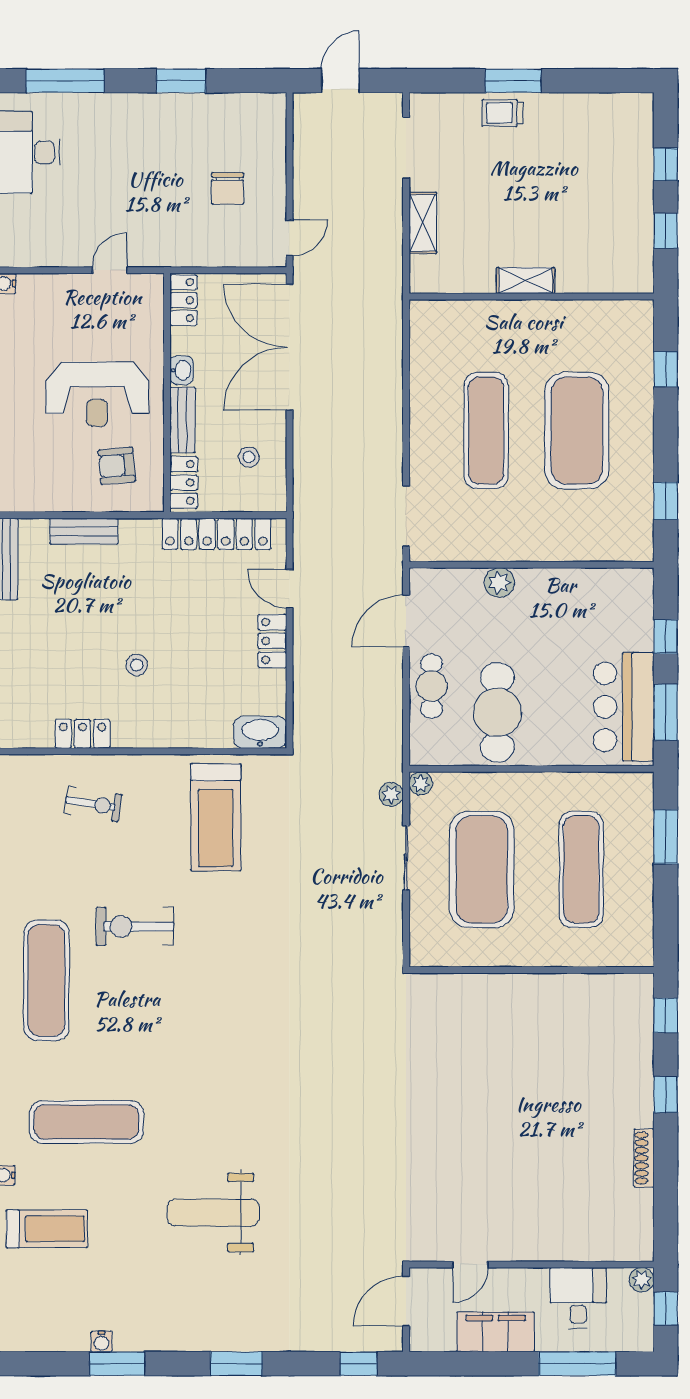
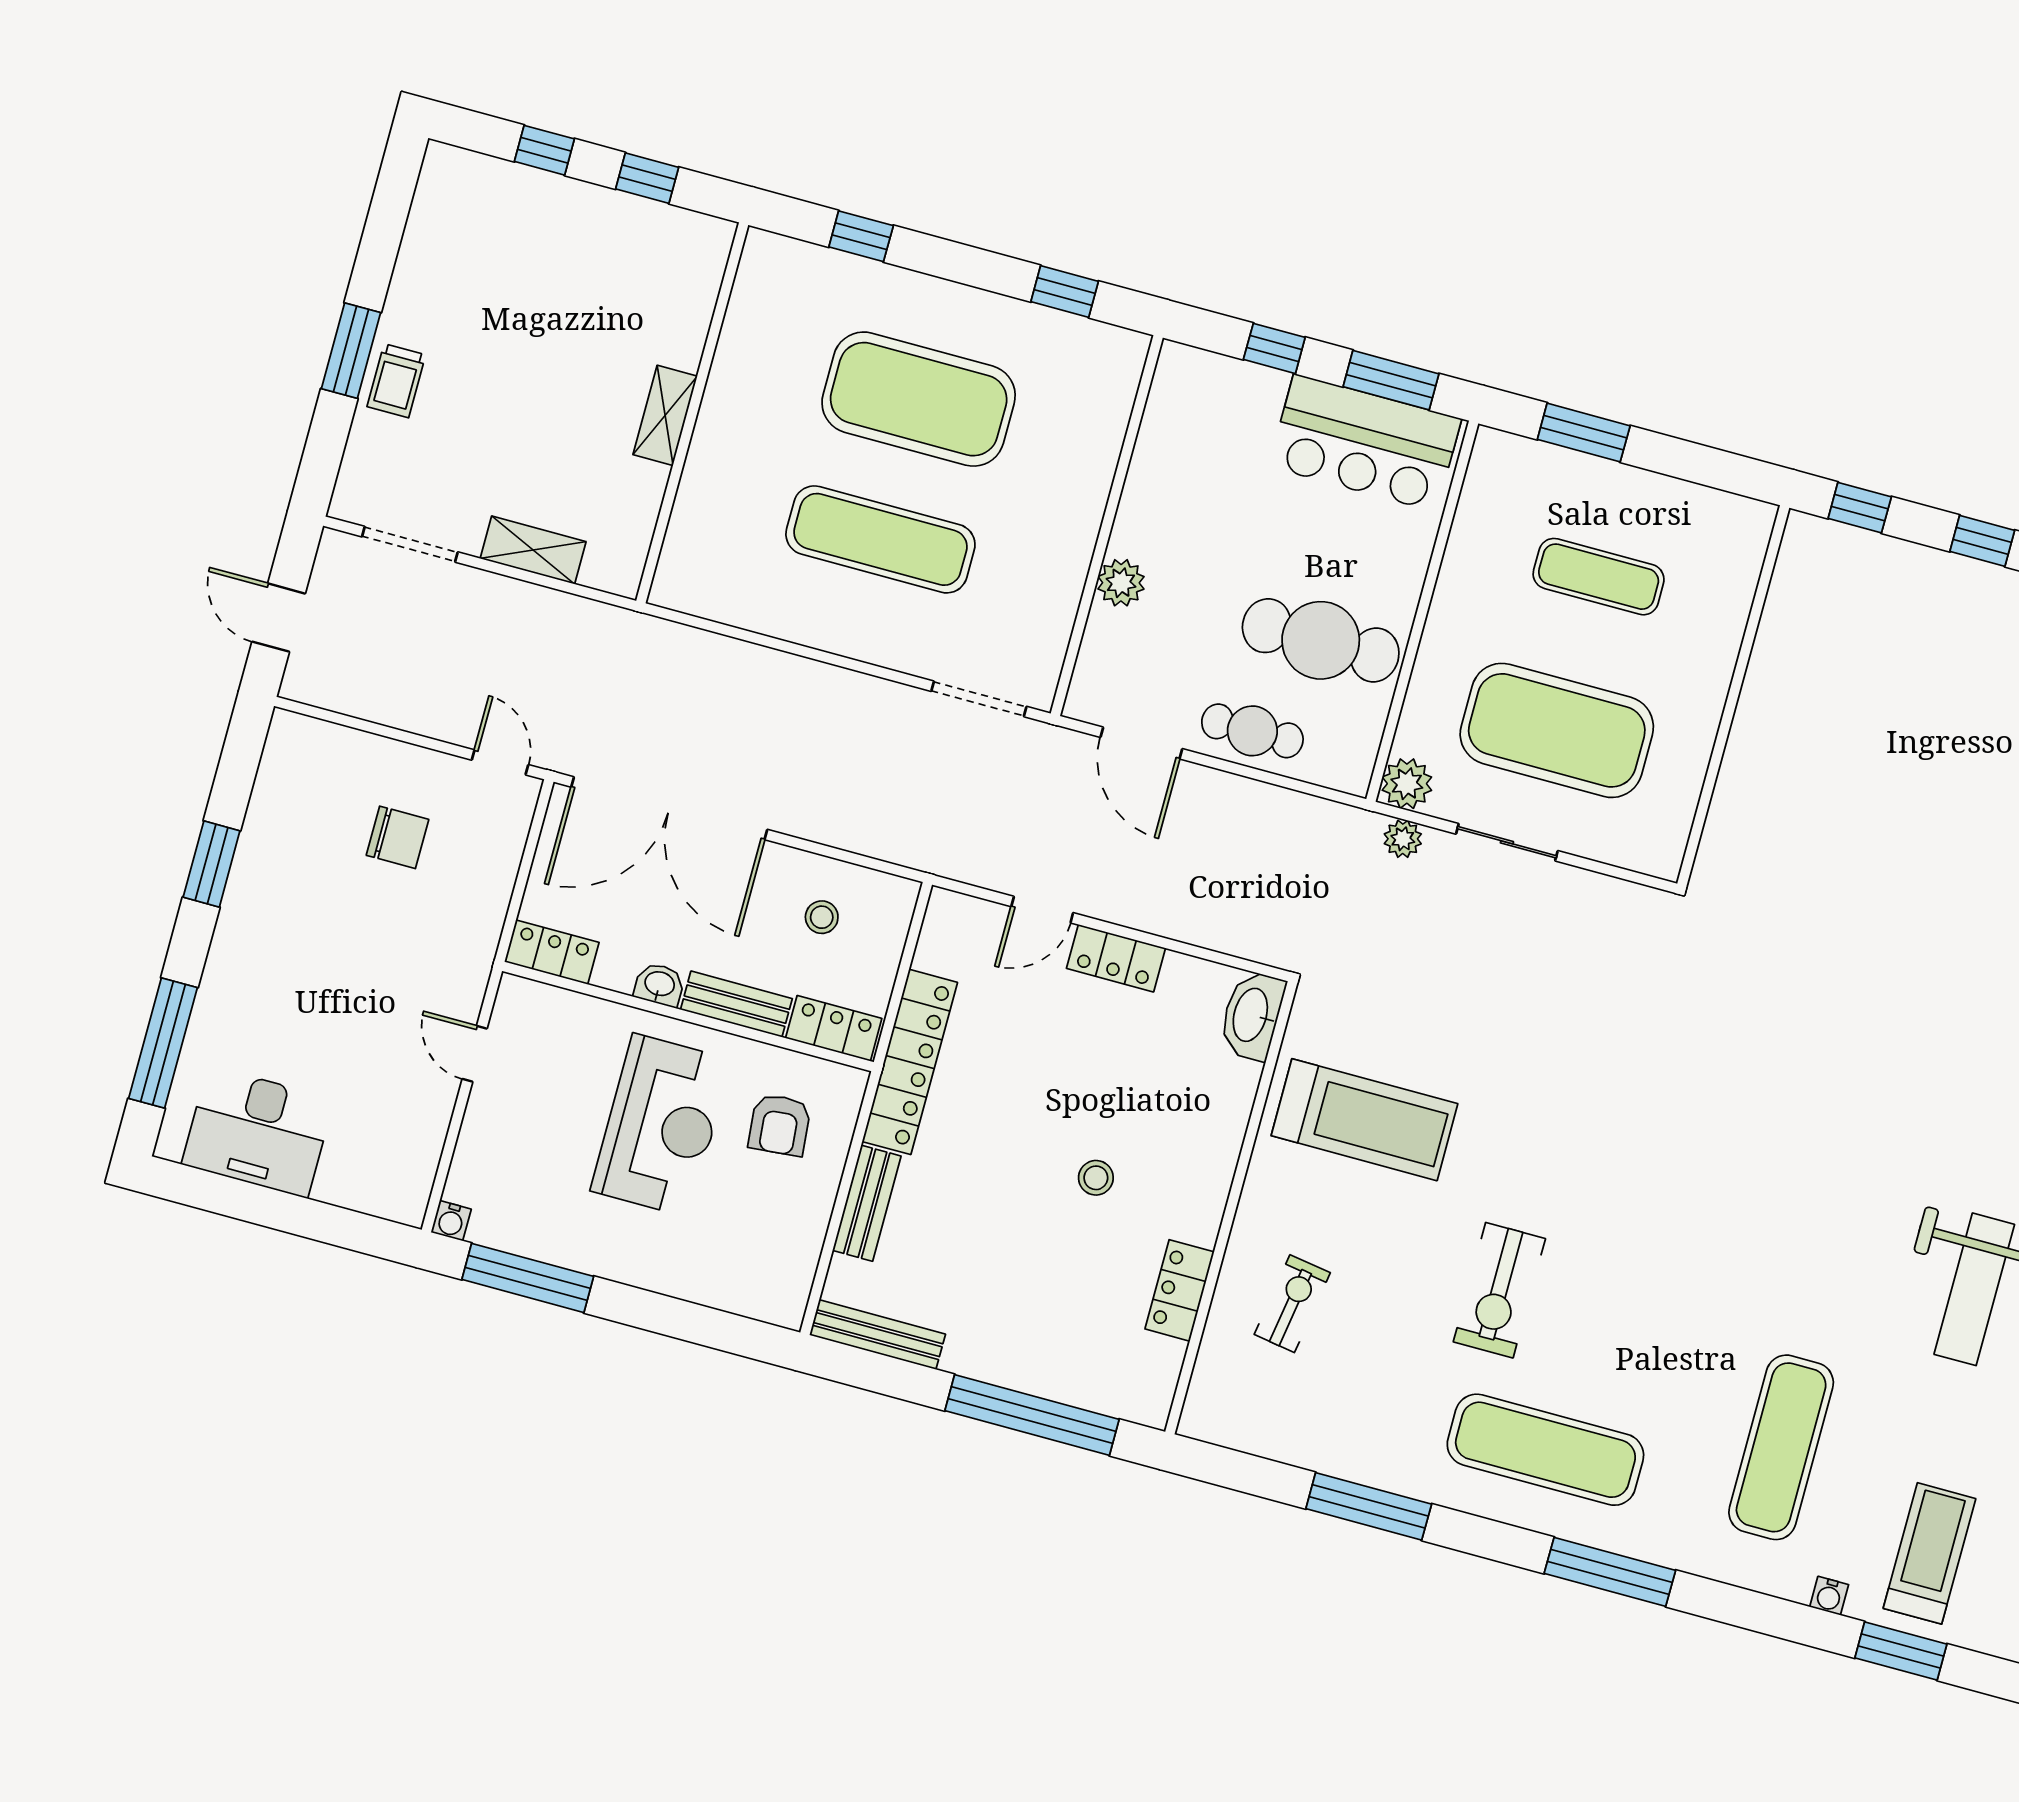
locker: (216, 534) -> (910, 1062), moved
plant: (421, 783) -> (1407, 784), width x1.38, depth x1.38
exercise mat: (581, 869) -> (1599, 577), width x0.73, depth x0.69

